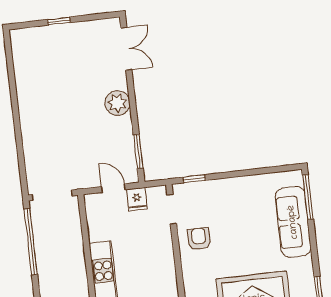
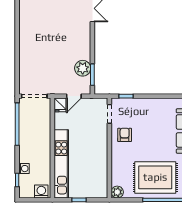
plant: (117, 103) -> (83, 68), moved
door: (113, 188) -> (74, 96), swing flipped
fridge: (137, 199) -> (60, 105), moved

